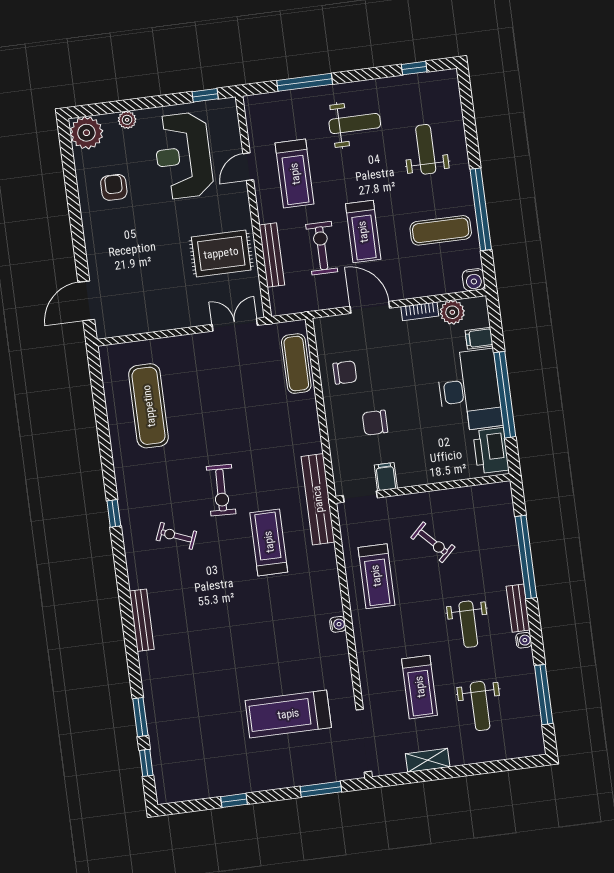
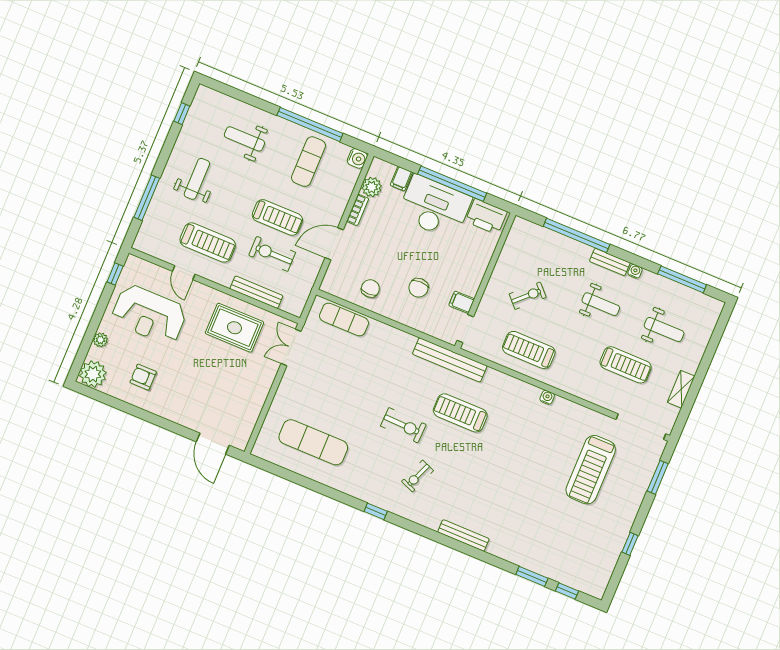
rug: (221, 253) -> (234, 328), turned 90
treadmill: (376, 576) -> (529, 350), turned 180

